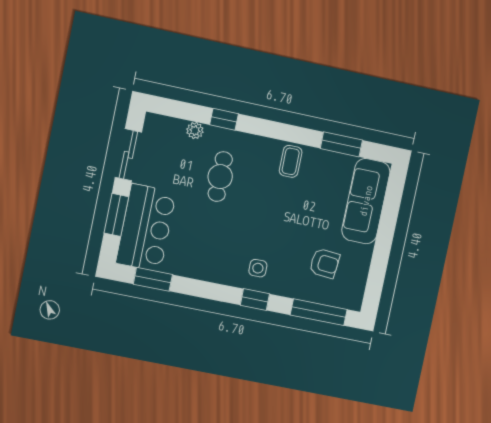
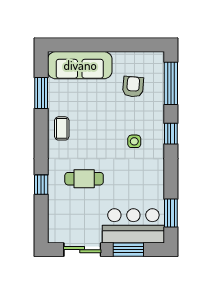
plant: (195, 131) -> (54, 204), removed
coffee table: (291, 161) -> (62, 128), turned 90
side table: (258, 268) -> (134, 141), moved

